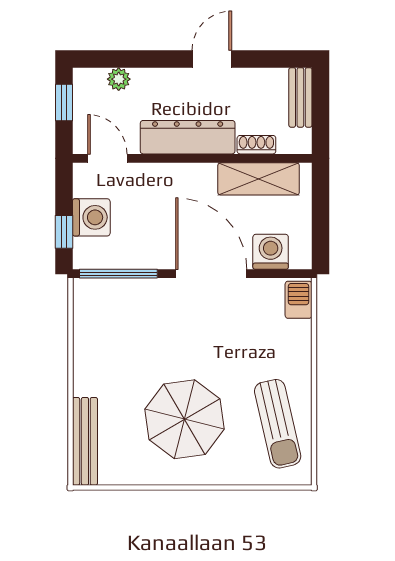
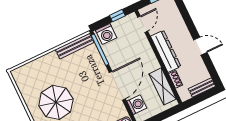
plant: (119, 79) -> (175, 14), removed
washing machine: (91, 217) -> (106, 34), moved
window: (64, 232) -> (117, 16), moved
bench: (85, 441) -> (75, 46), moved

